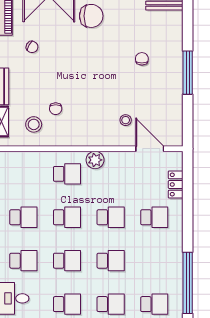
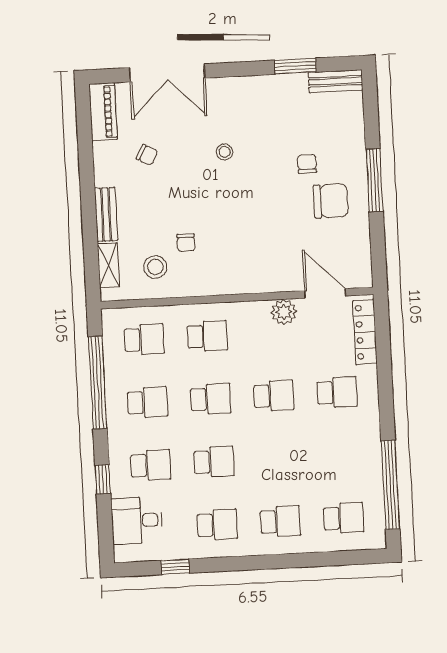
chair: (91, 16) -> (331, 201), moved
stool: (126, 120) -> (225, 152), moved
plant: (95, 160) -> (284, 312), moved
locker: (176, 184) -> (365, 332), width x1.53
school desk: (111, 261) -> (144, 339), moved

